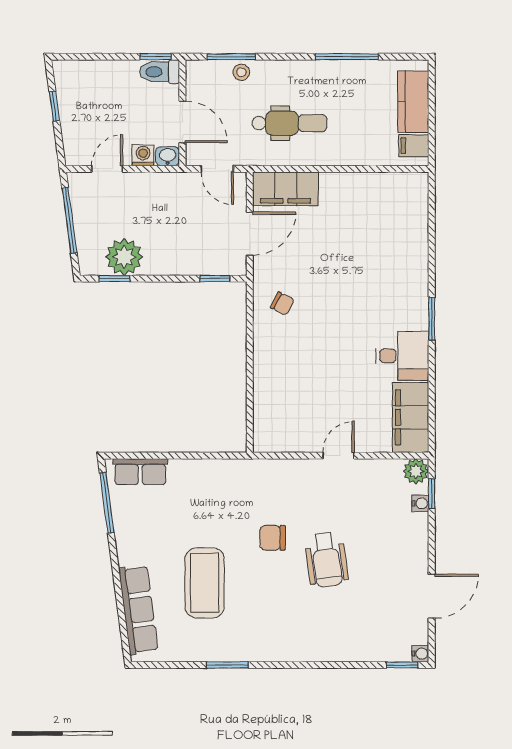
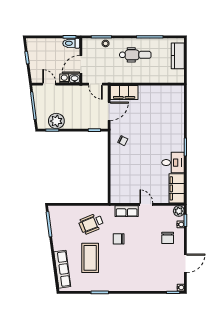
door: (182, 122) -> (81, 64), swing flipped
dental chair: (289, 123) -> (135, 55), moved
filing cabinet: (414, 146) -> (178, 74), removed
door: (107, 169) -> (49, 84), hinge flipped
door: (338, 456) -> (146, 204), hinge flipped
row of seats: (140, 472) -> (127, 211), moved
chair: (389, 535) -> (168, 238), added
wheelchair: (327, 560) -> (91, 224), moved, turned 76

